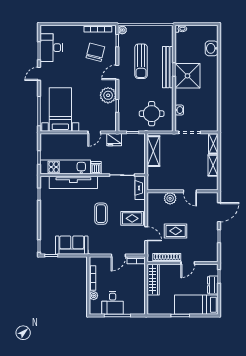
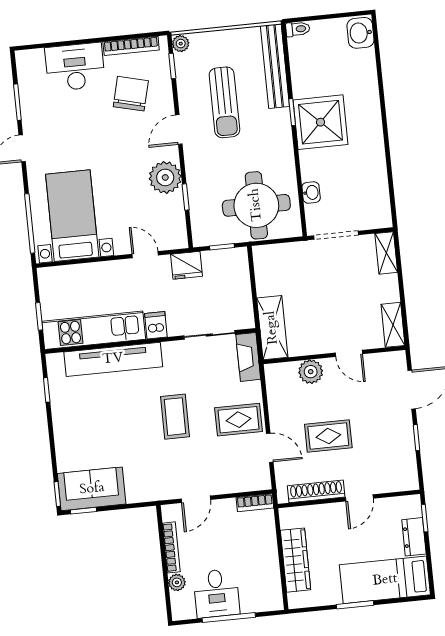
desk: (51, 48) -> (75, 67), moved, turned 90
washbasin: (212, 48) -> (360, 33), moved
bench: (168, 67) -> (275, 66), moved
round table: (152, 114) -> (256, 205), width x1.36, depth x1.36
door: (94, 132) -> (145, 255), swing flipped
shelving: (153, 151) -> (272, 328), moved
shelving: (213, 165) -> (393, 325), moved
sofa: (72, 245) -> (92, 489), moved
door: (118, 256) -> (196, 499), moved
wardrobe: (153, 280) -> (296, 560), moved

